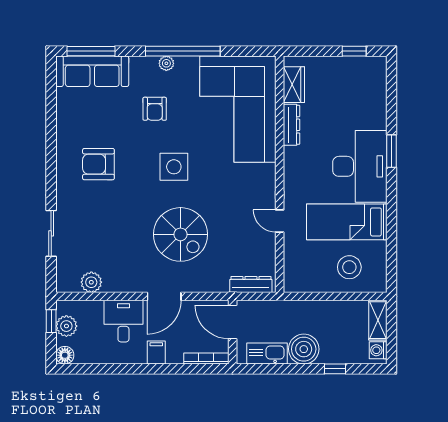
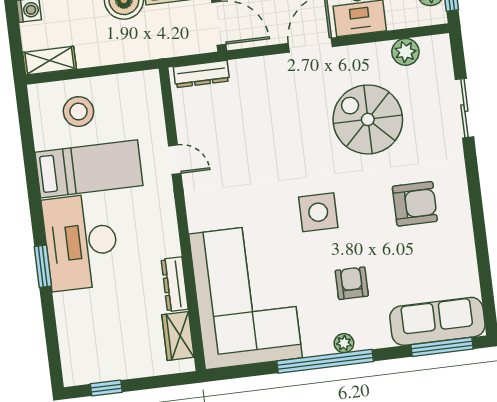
spiral stairs: (181, 234) -> (368, 119), moved
shelving: (378, 320) -> (50, 61), moved, turned 90

